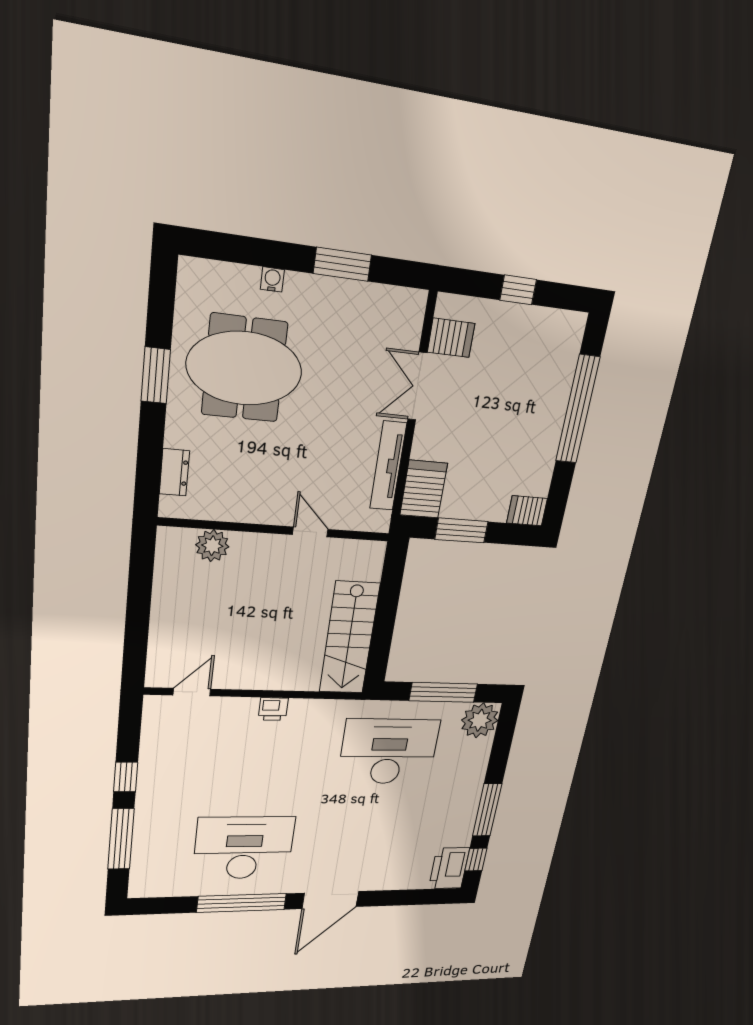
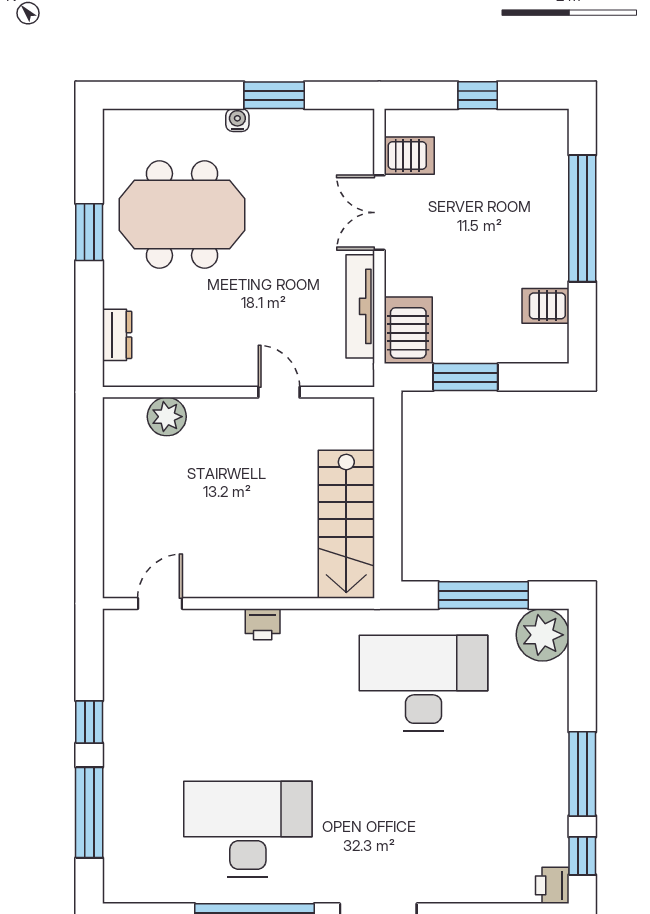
water cooler: (272, 279) -> (237, 120), moved
server rack: (527, 511) -> (546, 306), moved
printer: (449, 868) -> (552, 885), width x0.53, depth x0.68

